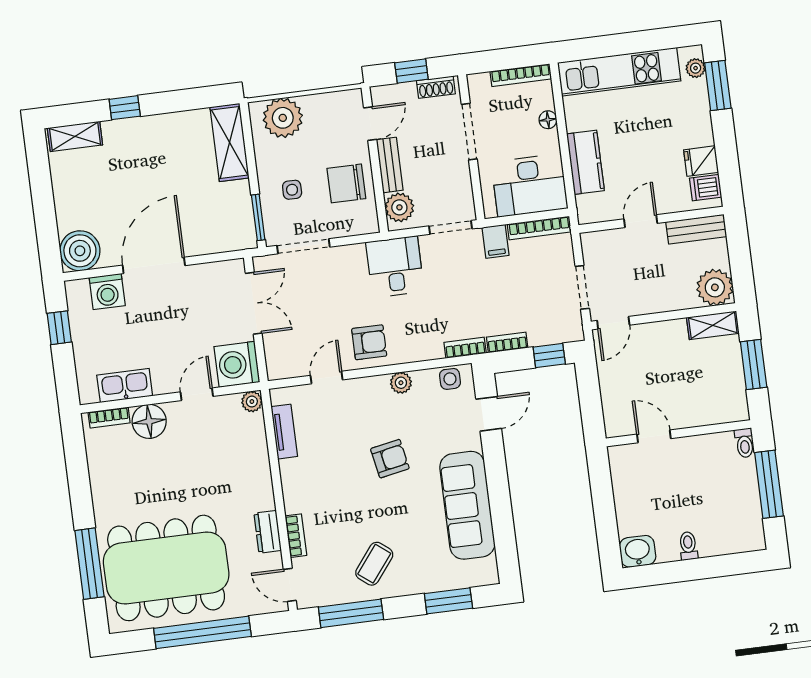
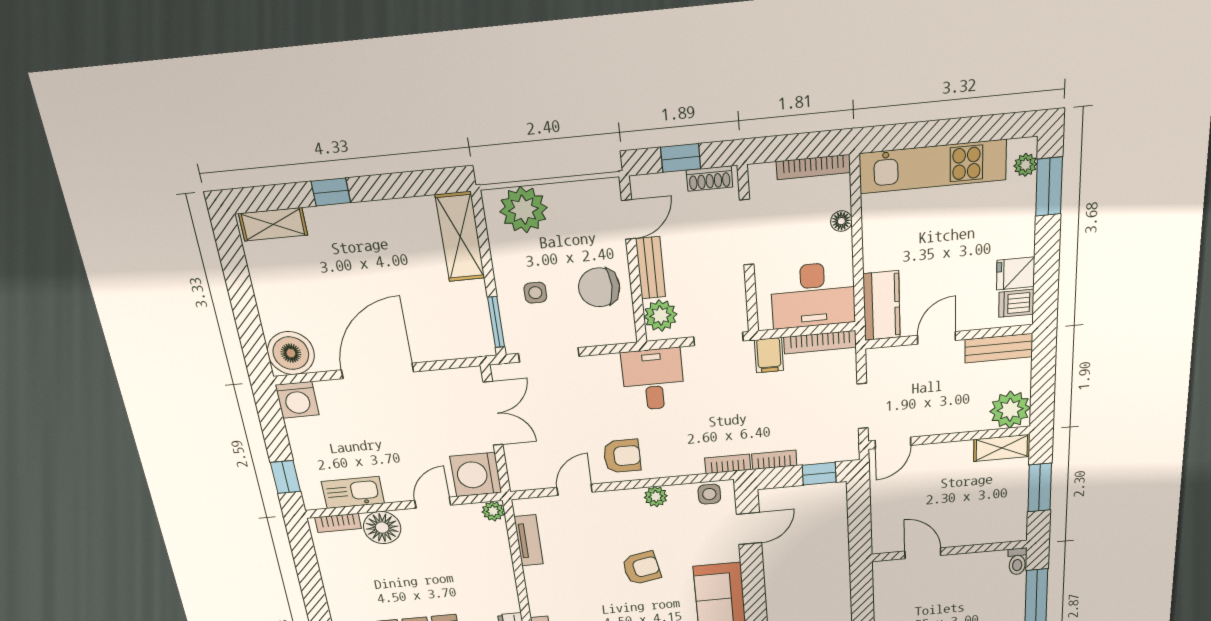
kitchen counter: (585, 162) -> (882, 306), moved
washing machine: (107, 292) -> (297, 400), moved
window: (59, 328) -> (285, 477), moved

